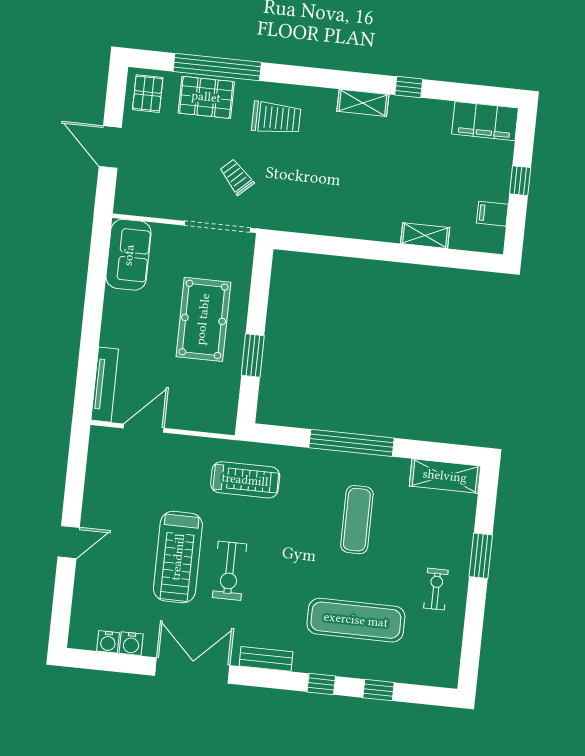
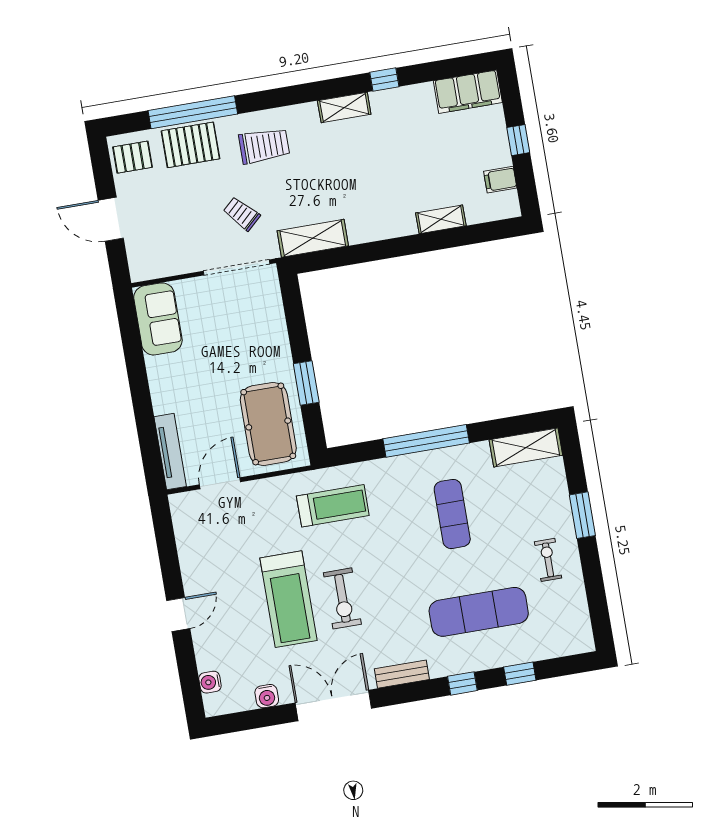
pallet: (148, 94) -> (133, 157), turned 90
shelving: (298, 219) -> (313, 238), added
pool table: (203, 319) -> (268, 424), moved
water cooler: (108, 642) -> (210, 682), moved, turned 90

